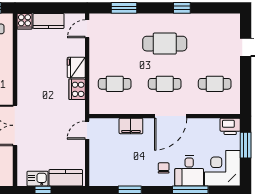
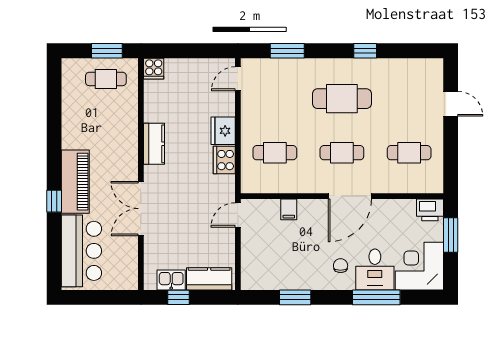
kitchen counter: (48, 21) -> (154, 144), moved, turned -90
filing cabinet: (131, 126) -> (289, 209), width x0.50

